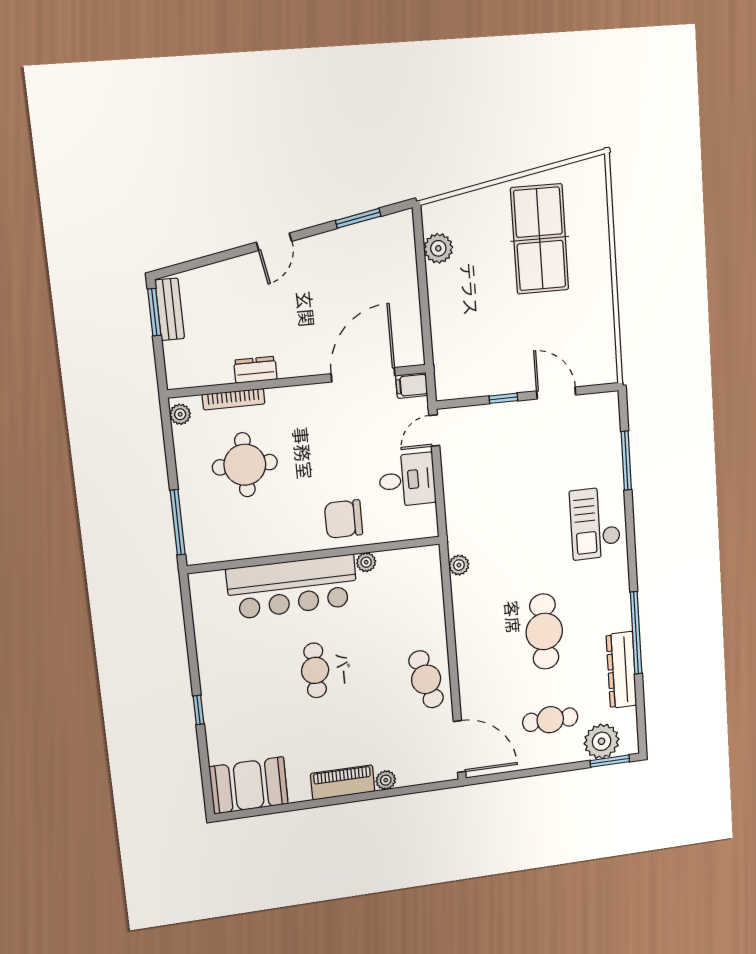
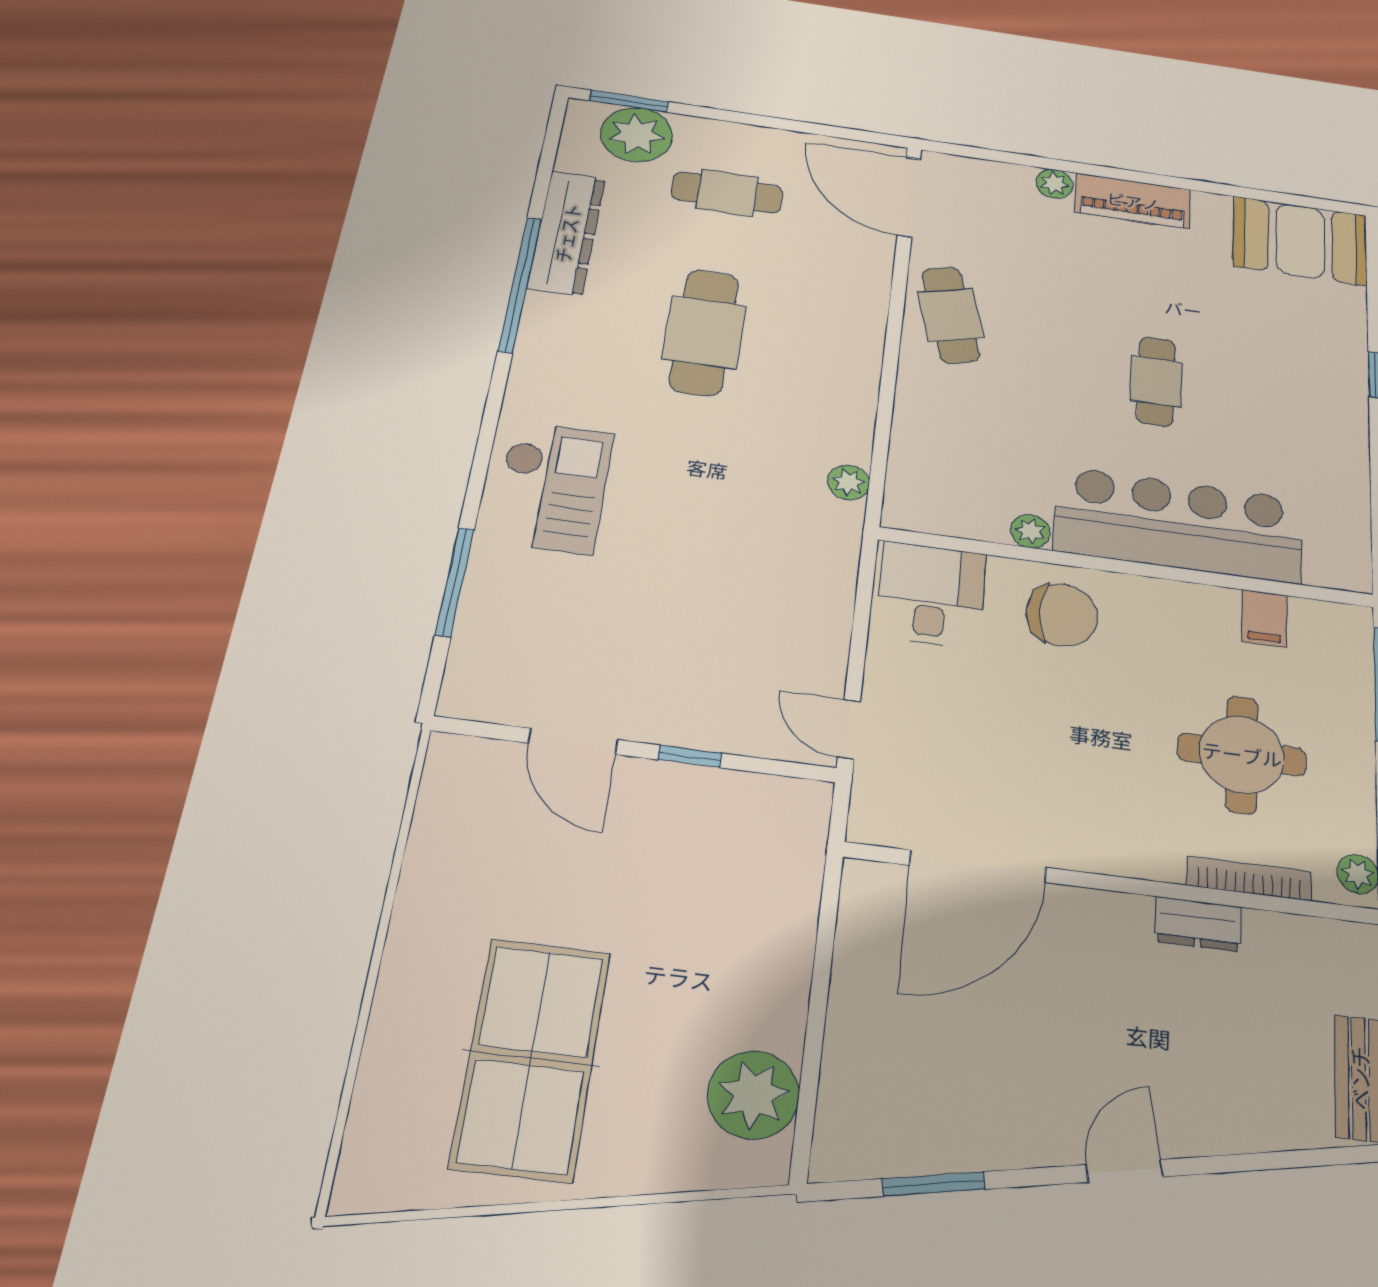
plant: (438, 248) -> (753, 1095), width x1.36, depth x1.36
filing cabinet: (412, 385) -> (1264, 618), moved, turned 90
door: (434, 431) -> (849, 729), swing flipped
desk: (407, 480) -> (931, 595), moved, turned 90

